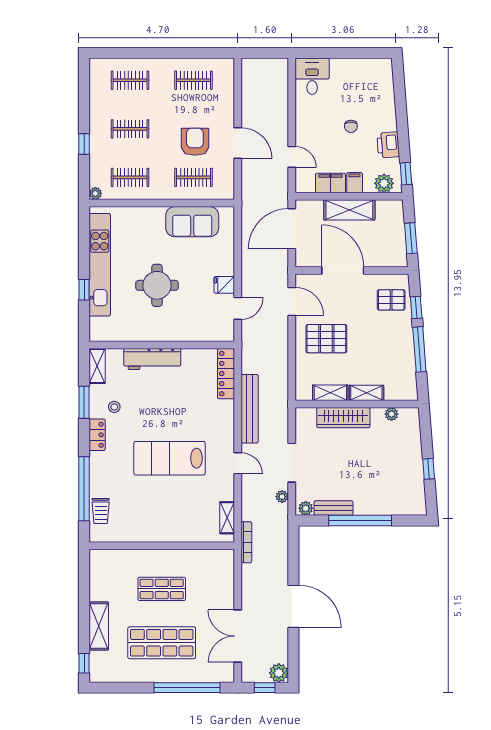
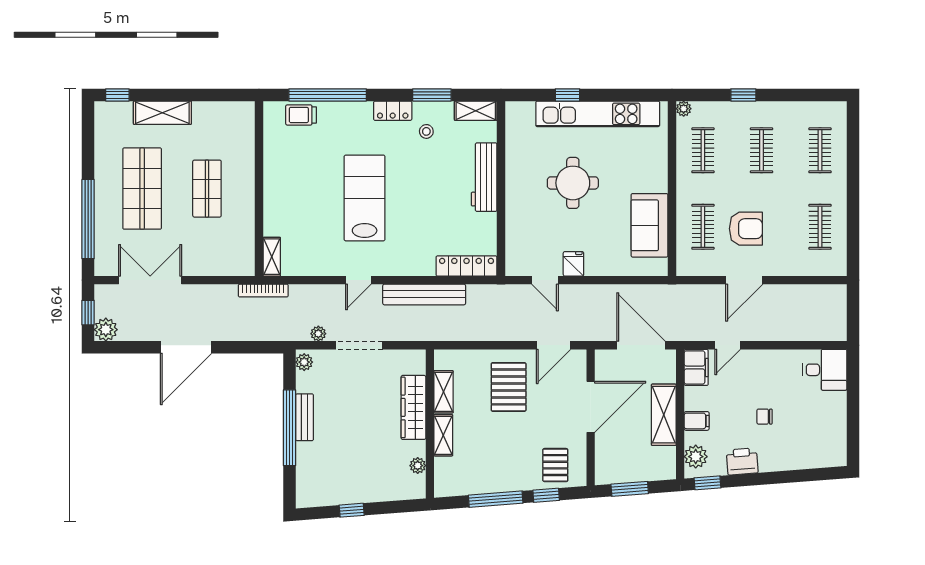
filing cabinet: (330, 183) -> (696, 367), moved
bench: (334, 508) -> (305, 417), moved
shelving: (227, 518) -> (272, 257), moved, turned 90

